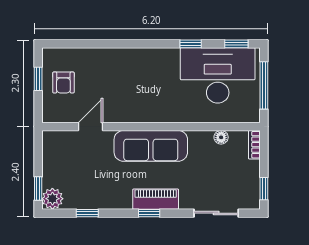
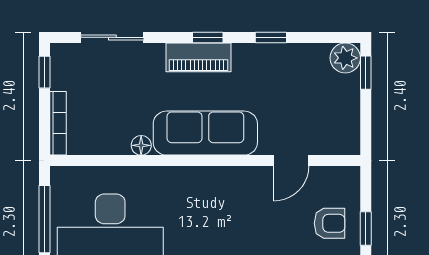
armchair: (63, 82) -> (330, 223), turned 90
floor lamp: (221, 137) -> (141, 145), moved
bookcase: (254, 145) -> (58, 123), width x1.56
window: (87, 213) -> (271, 37), moved

